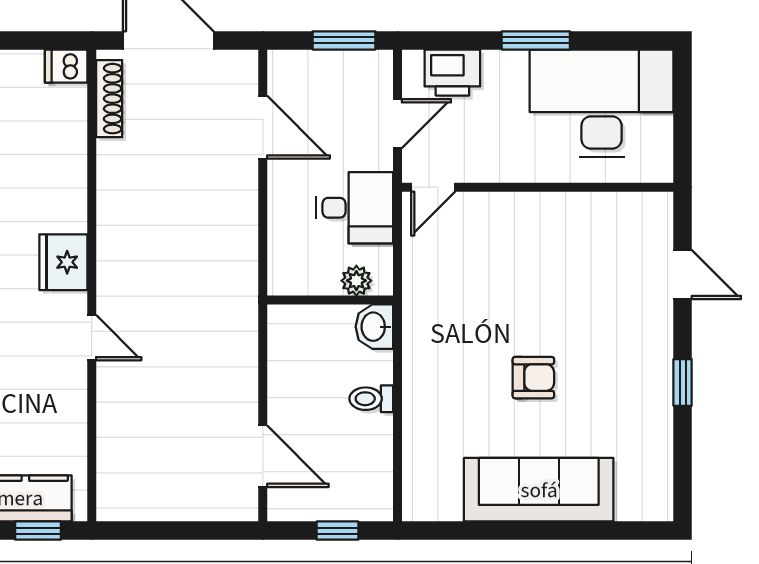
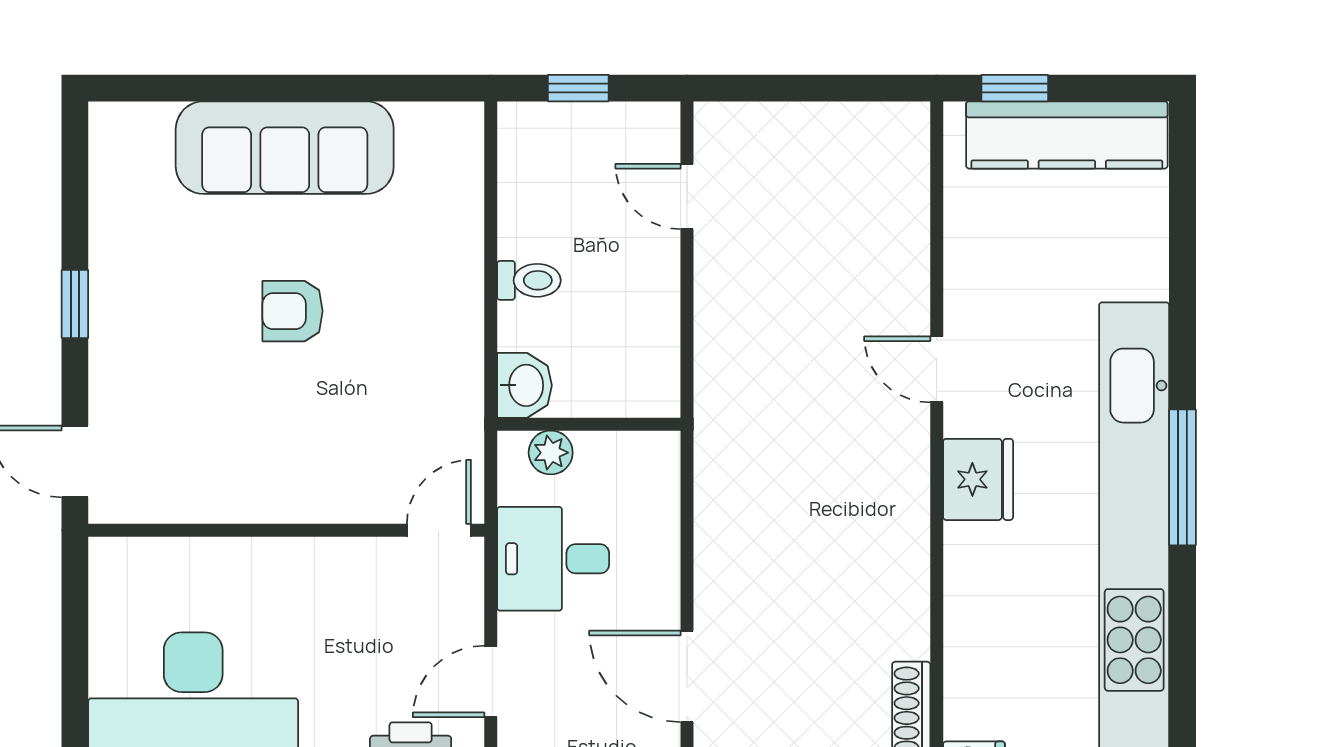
door: (433, 187) -> (439, 530), moved
wall: (538, 187) -> (286, 530), moved
door: (263, 456) -> (687, 196), width x0.73

